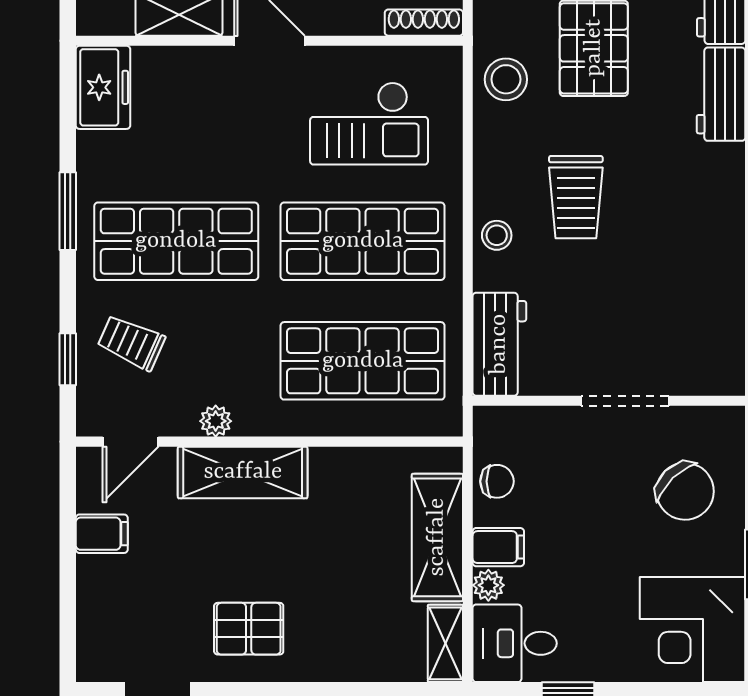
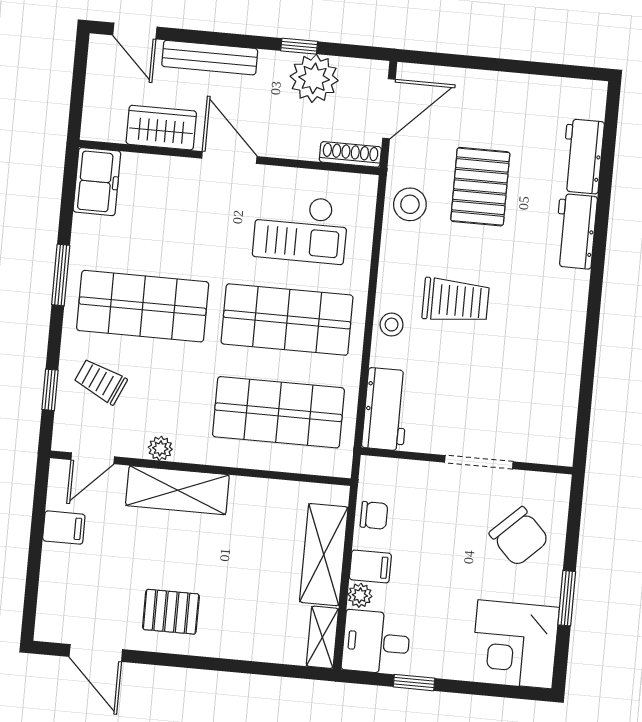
trolley: (576, 197) -> (456, 301), turned -90

